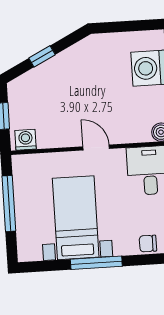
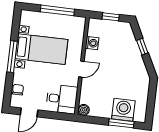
washing machine: (26, 140) -> (92, 43), moved

